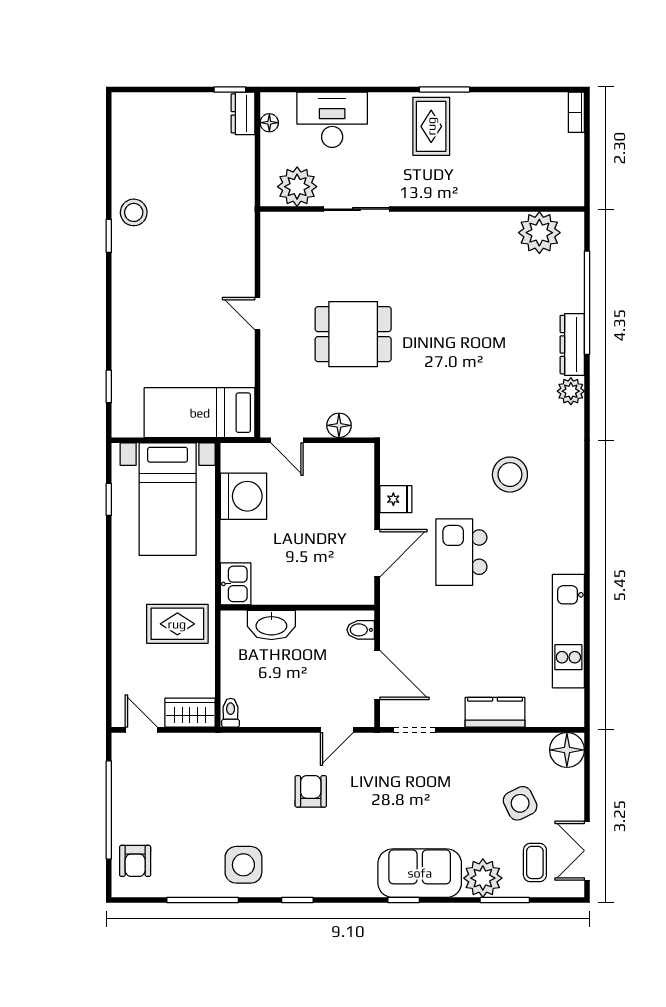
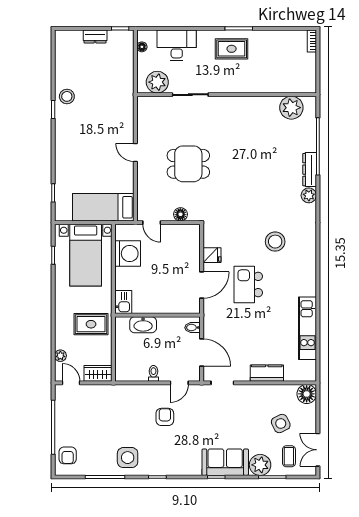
dresser: (243, 113) -> (95, 36), moved, turned -90
rug: (431, 126) -> (232, 49), turned 90
plant: (122, 681) -> (60, 356), added
toilet: (231, 713) -> (153, 373), moved

